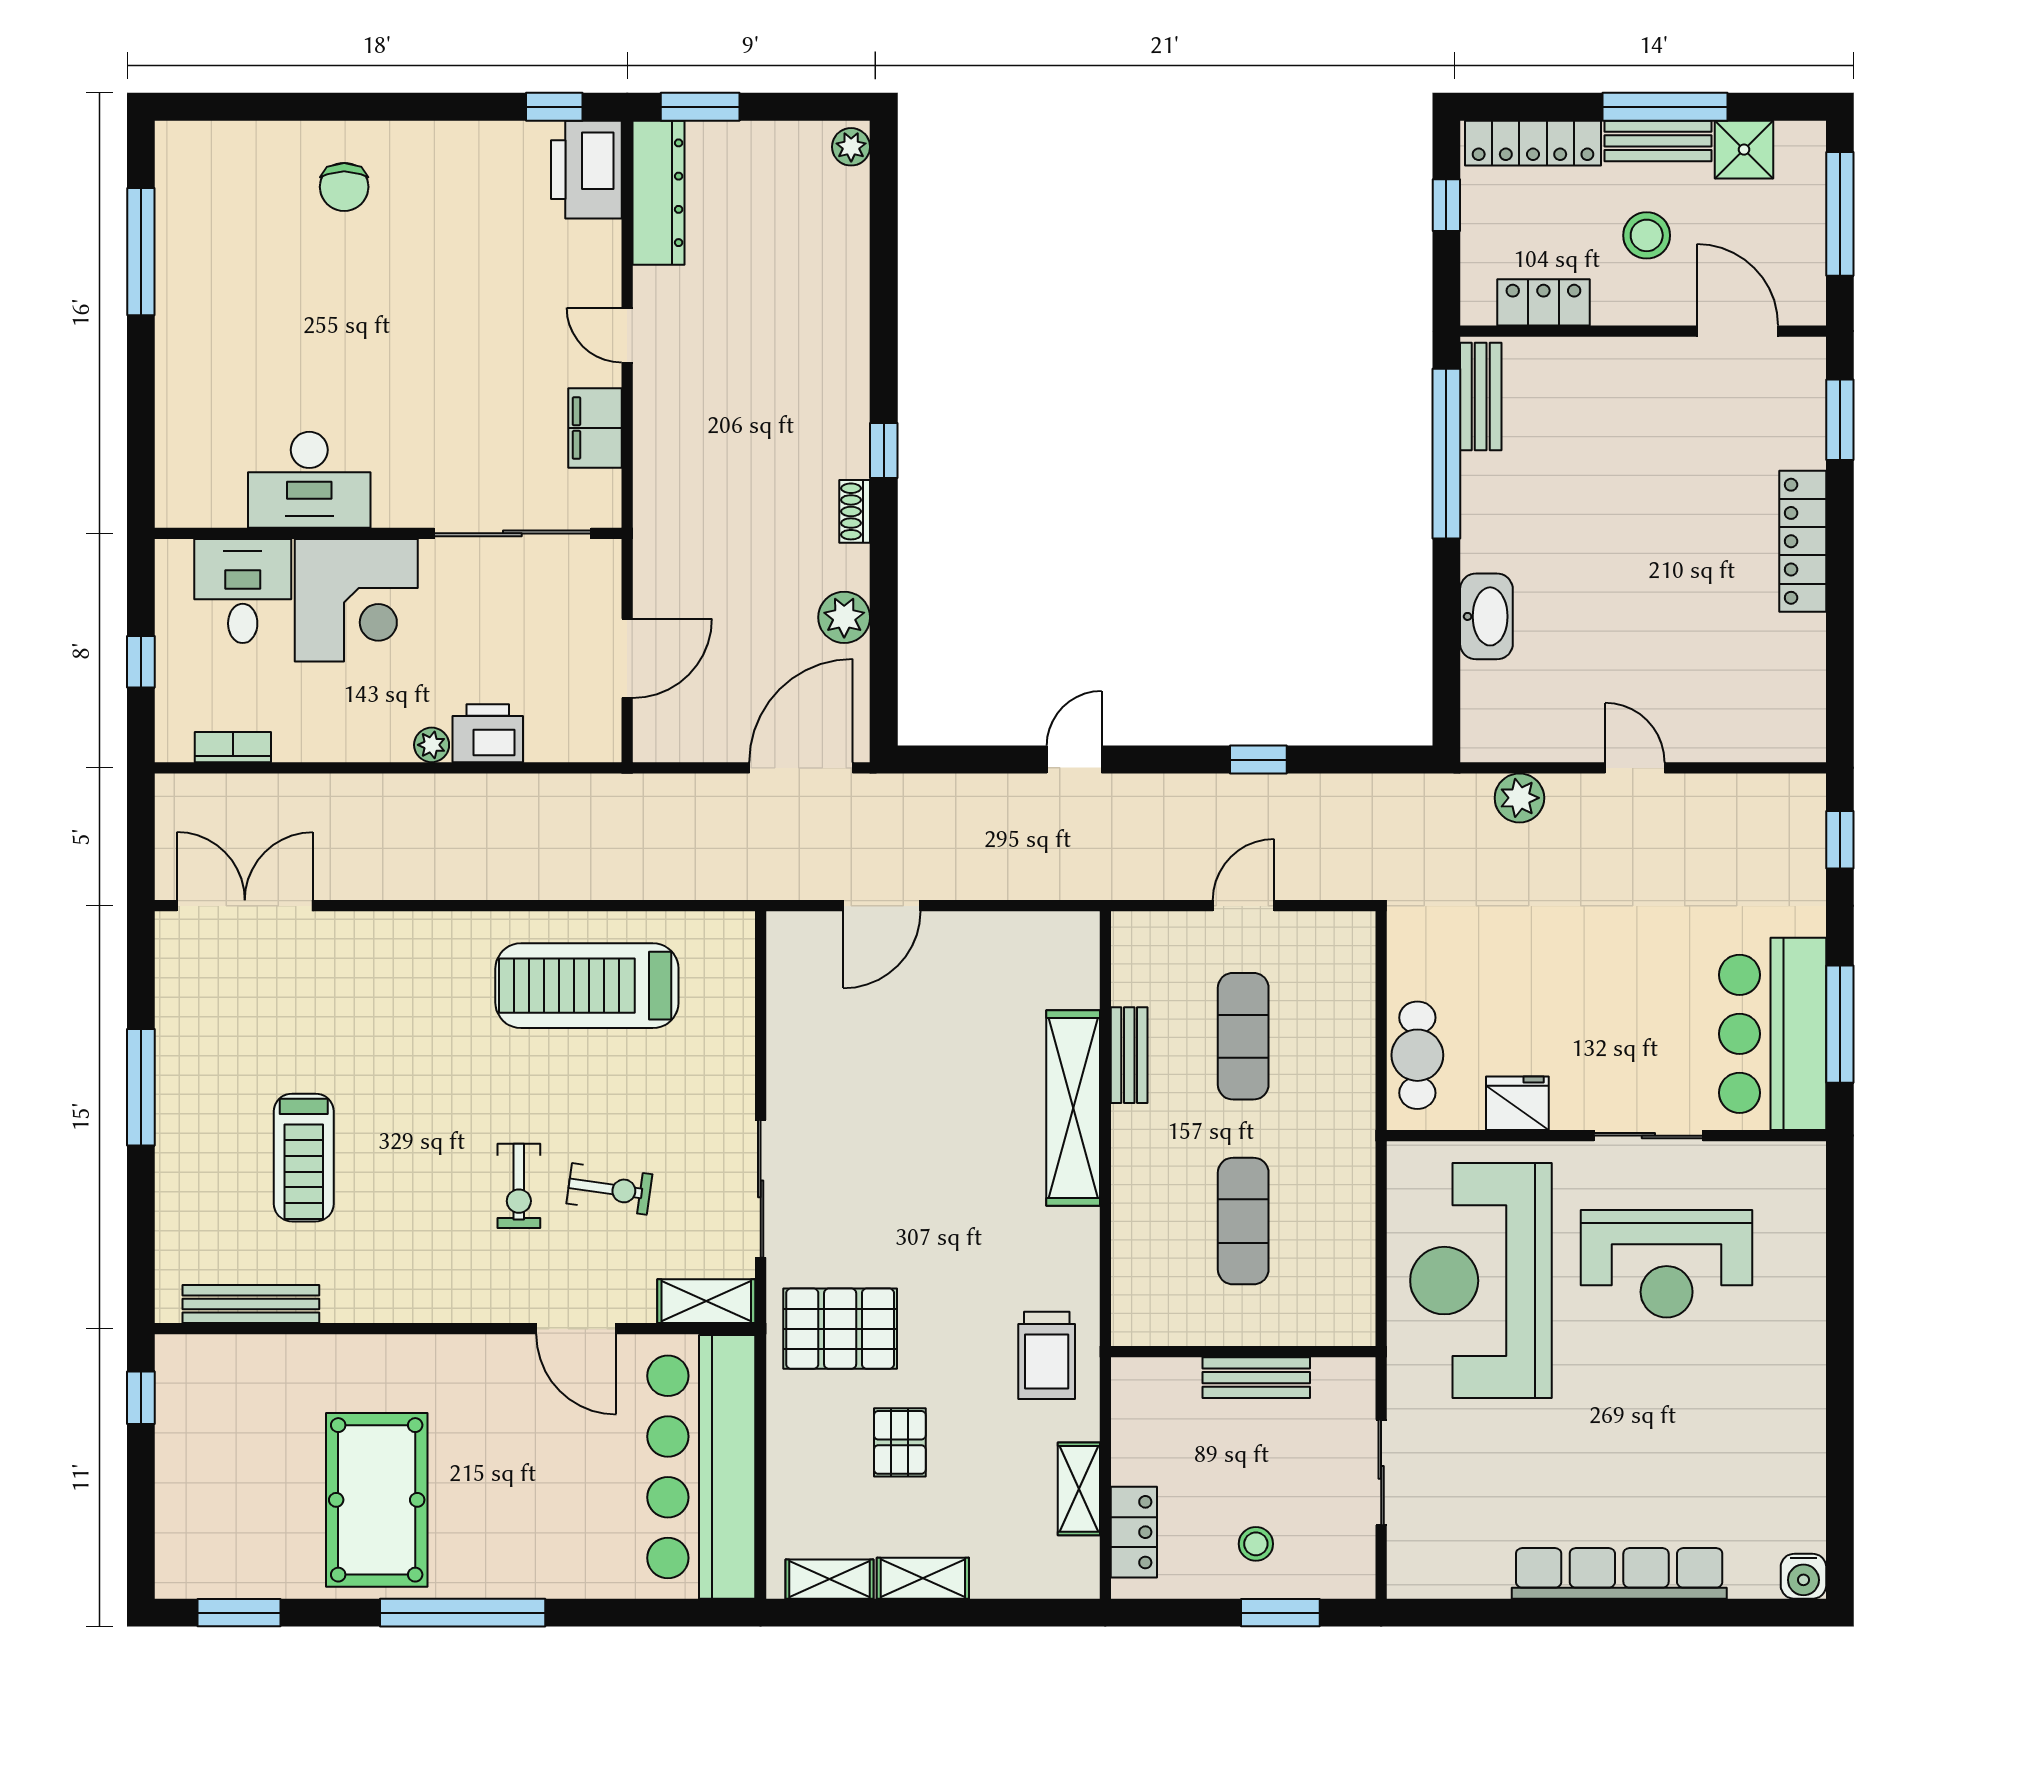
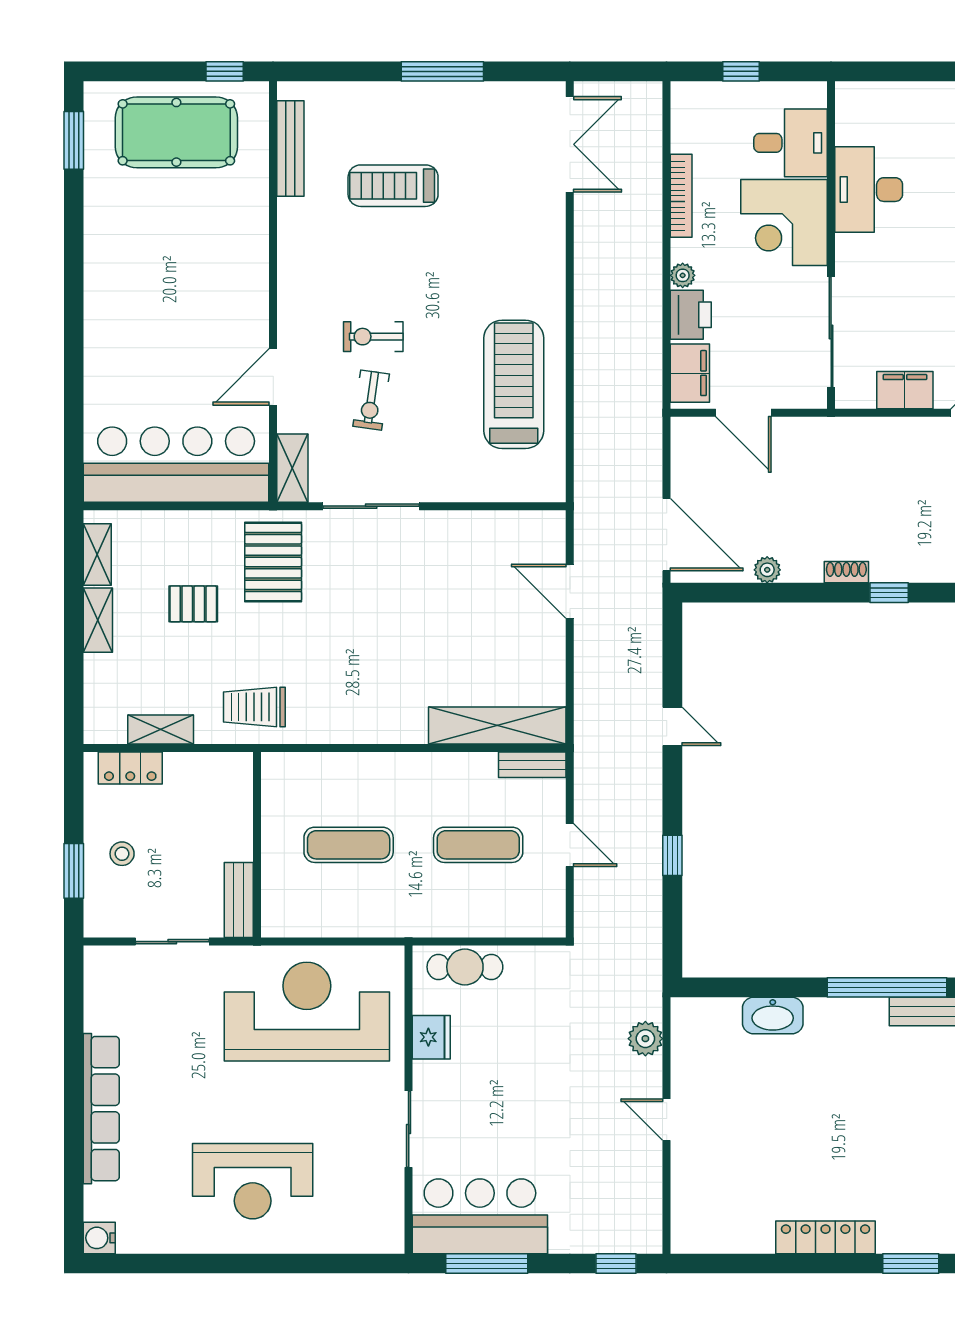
plant: (844, 617) -> (767, 570), width x0.73, depth x0.73
filing cabinet: (571, 735) -> (690, 373), added
bookcase: (233, 747) -> (681, 196), moved, width x1.56
door: (1635, 768) -> (667, 1120), swing flipped
bench: (1129, 1055) -> (532, 765), moved
shelving: (1073, 1108) -> (497, 725), moved
reception desk: (1667, 1264) -> (253, 1181), moved, turned -90
bench: (1256, 1378) -> (239, 900), moved
pool table: (377, 1500) -> (176, 132), moved
window: (463, 1613) -> (74, 297), removed

